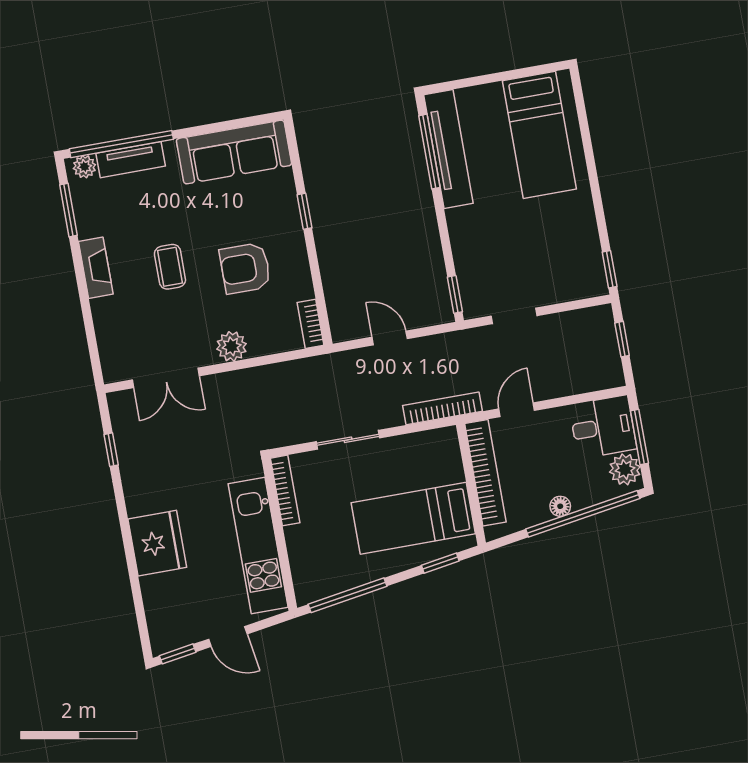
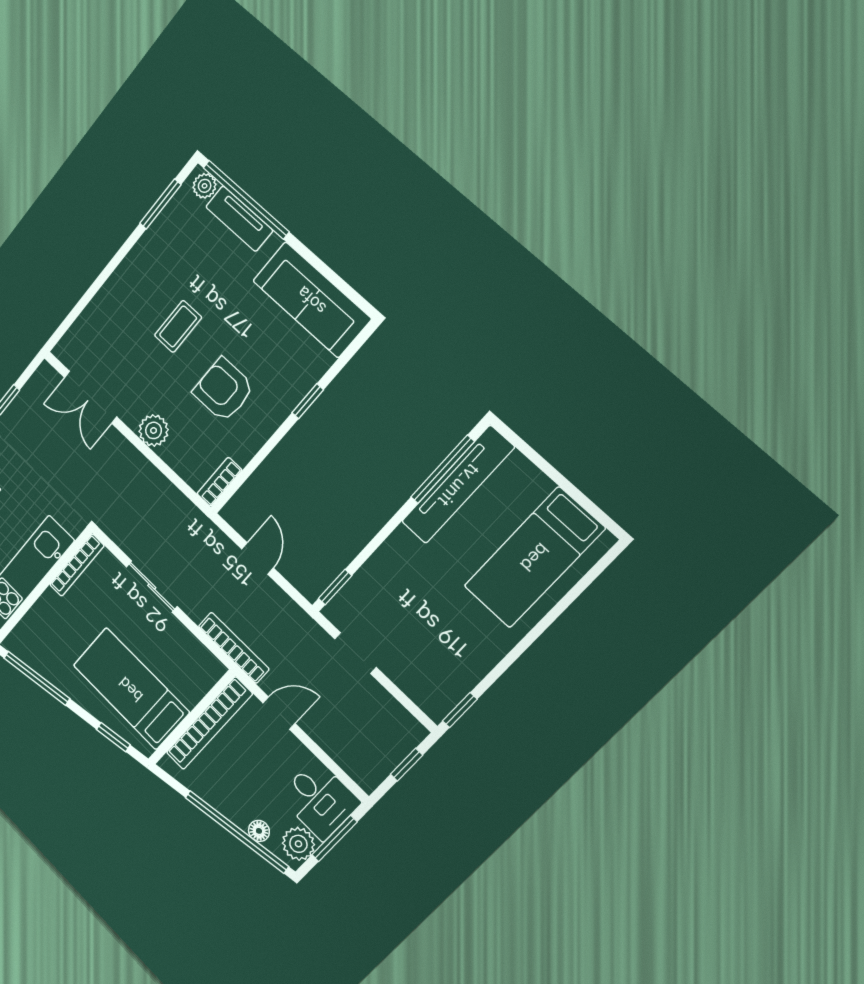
fireplace: (96, 268) -> (132, 267), removed
floor lamp: (560, 506) -> (259, 831), moved

